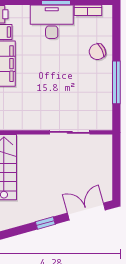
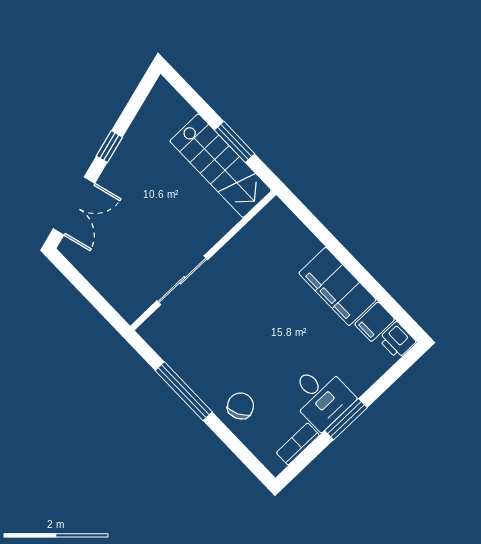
desk: (52, 22) -> (321, 396), width x0.73

